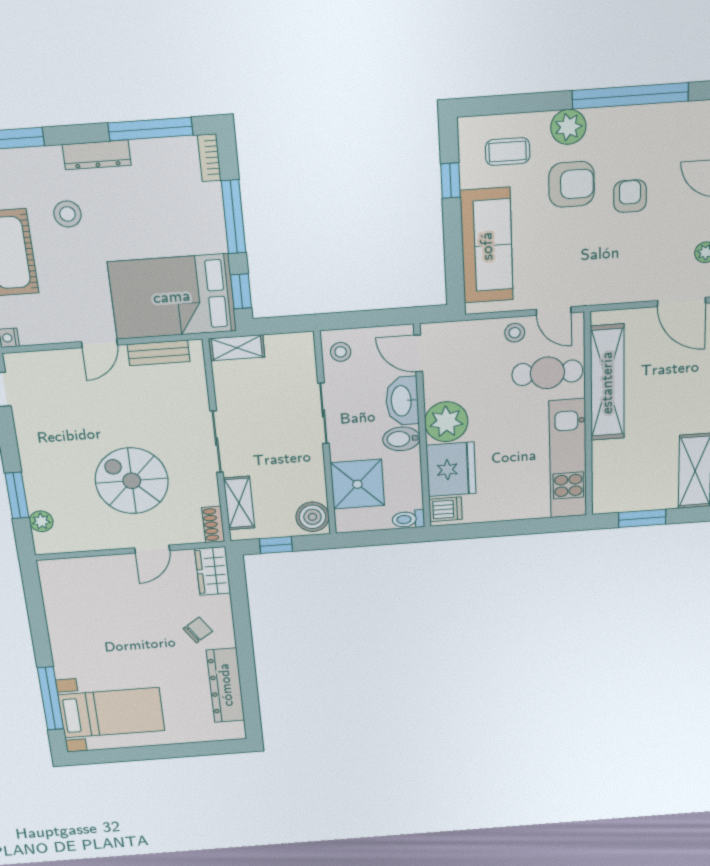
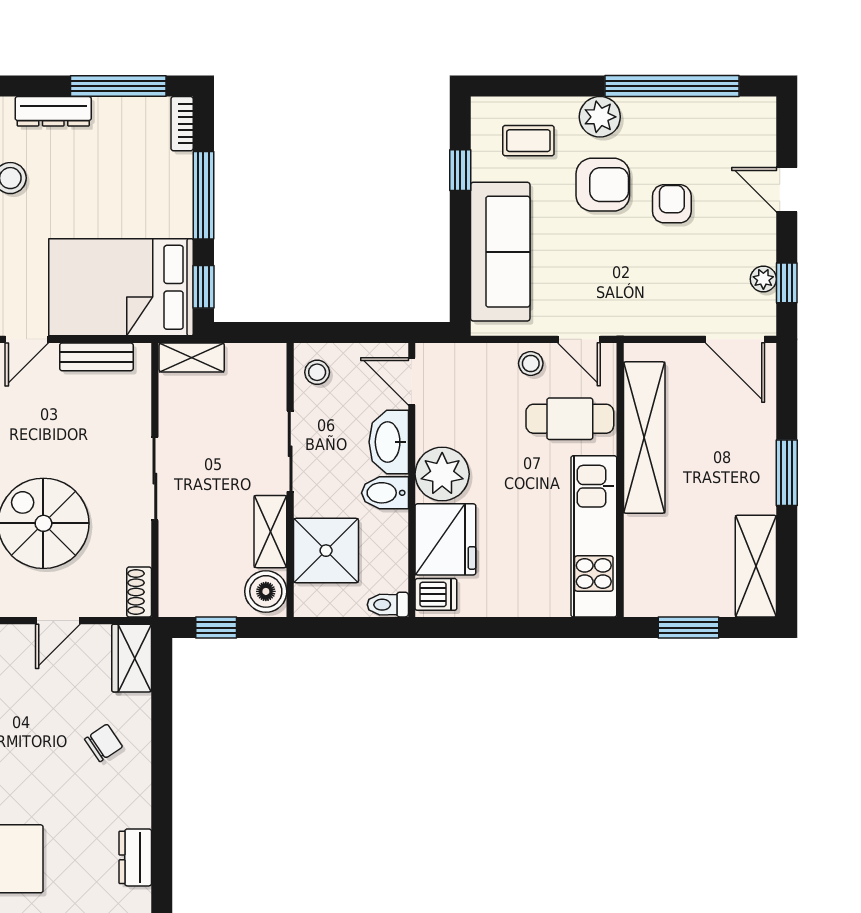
shelving: (239, 503) -> (270, 532), moved
dresser: (226, 685) -> (135, 857), width x0.51, depth x0.80

